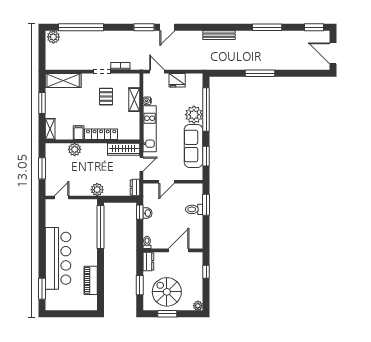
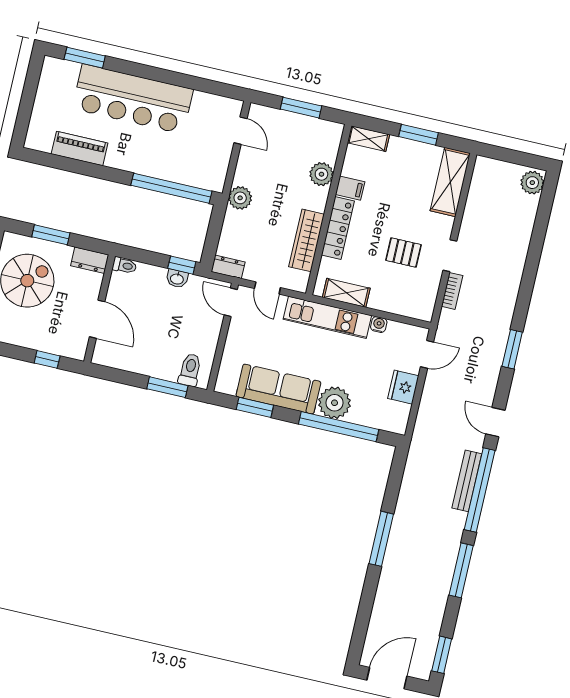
window: (81, 27) -> (480, 490), moved
door: (167, 27) -> (495, 422), moved
shelving: (134, 100) -> (346, 293), moved
wardrobe: (124, 149) -> (307, 240), moved
door: (166, 182) -> (231, 302), moved
toilet: (194, 209) -> (190, 370), moved

